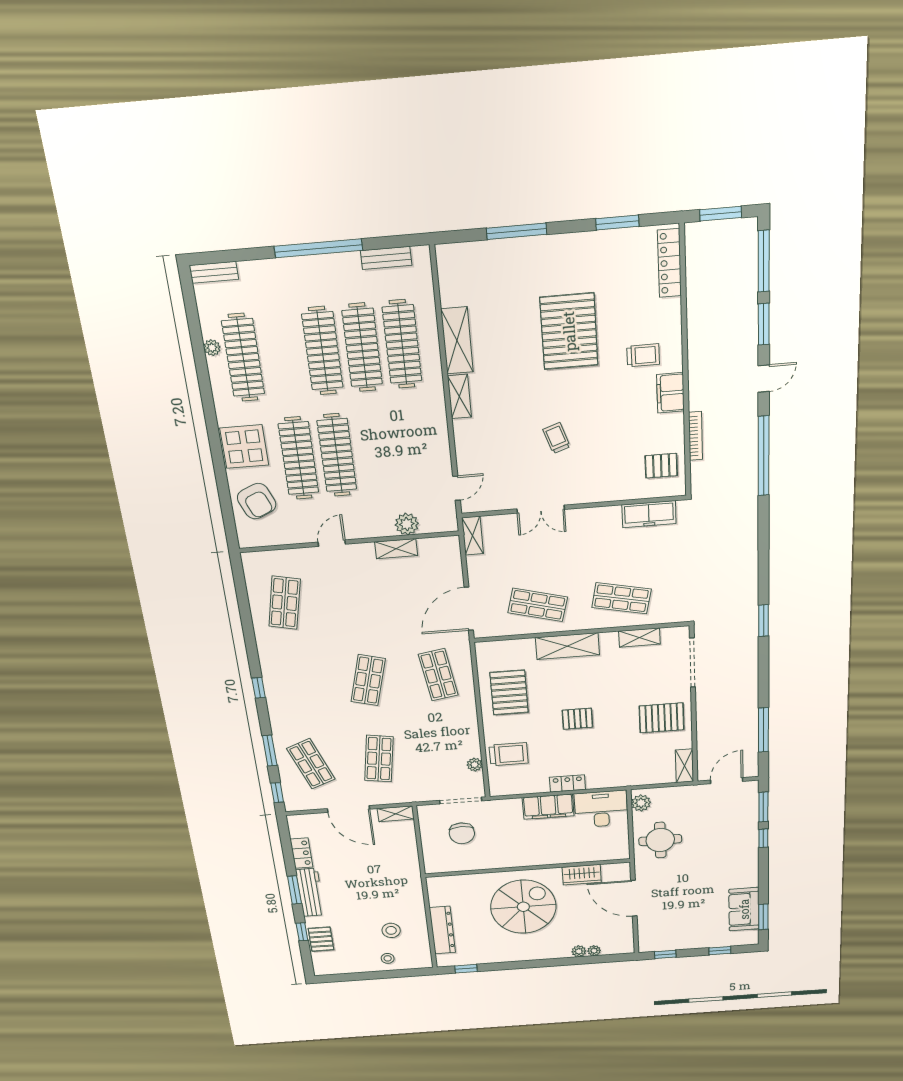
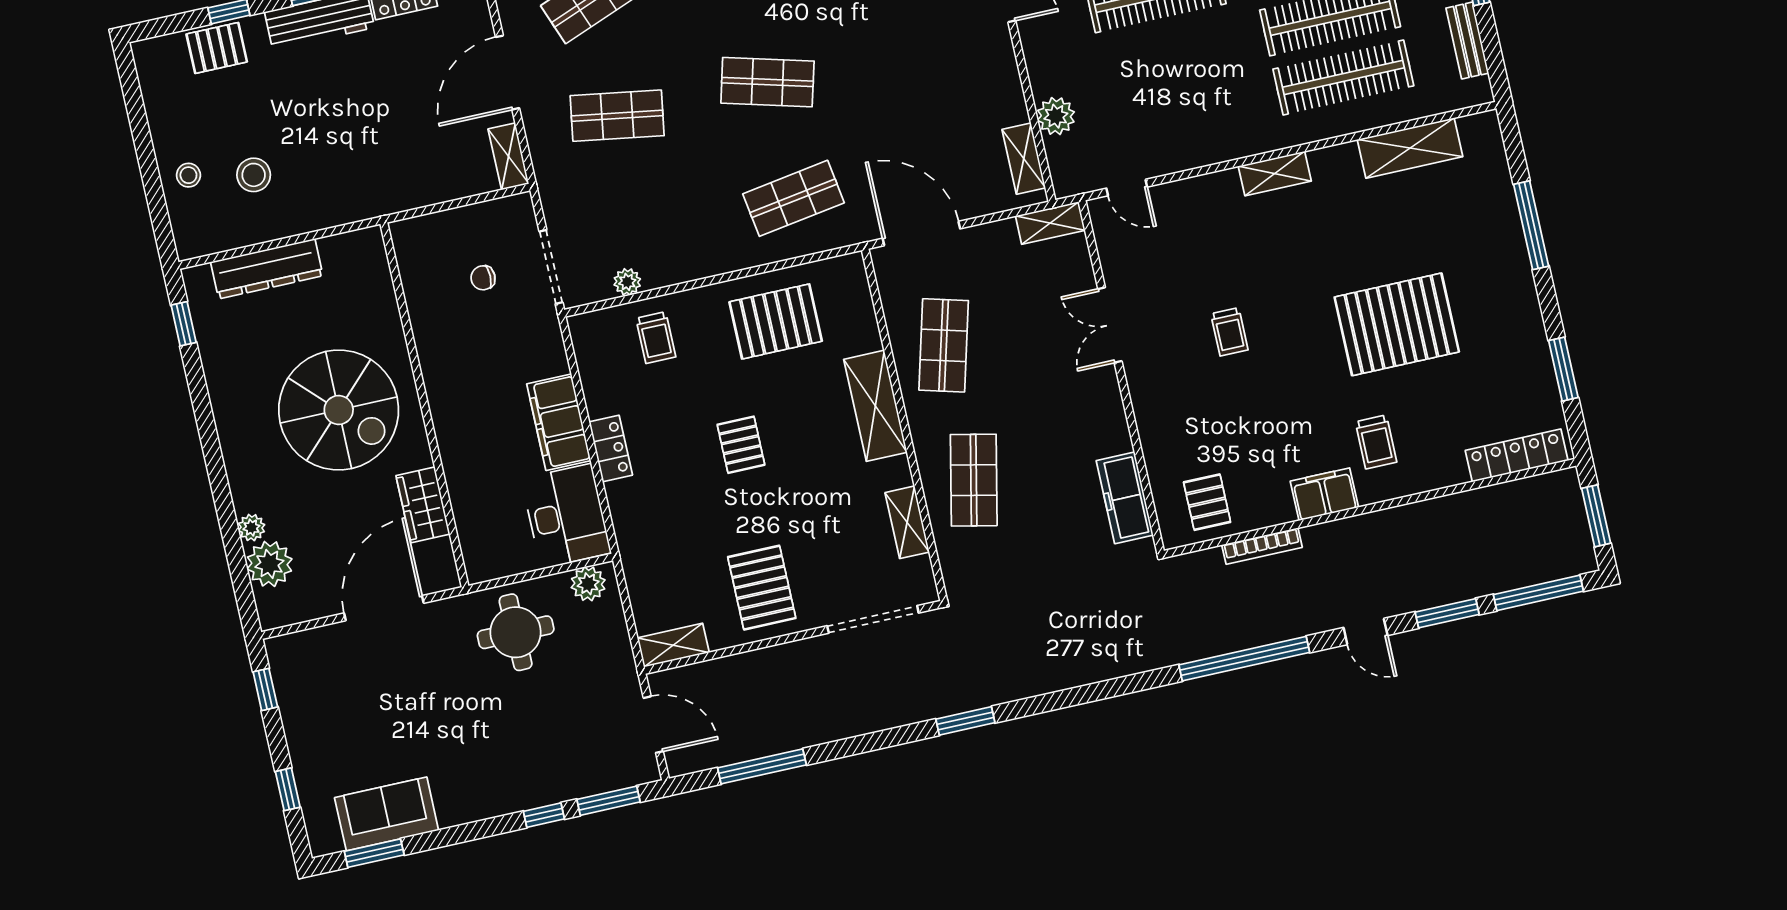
shelving: (457, 341) -> (1410, 148), moved
trolley: (557, 438) -> (1229, 332), turned 109
shelving: (396, 549) -> (1024, 159), moved
trolley: (509, 754) -> (656, 338), width x0.73, depth x0.72
chair: (462, 833) -> (483, 278), width x0.54, depth x0.54
plant: (594, 951) -> (269, 564), width x1.88, depth x1.88

